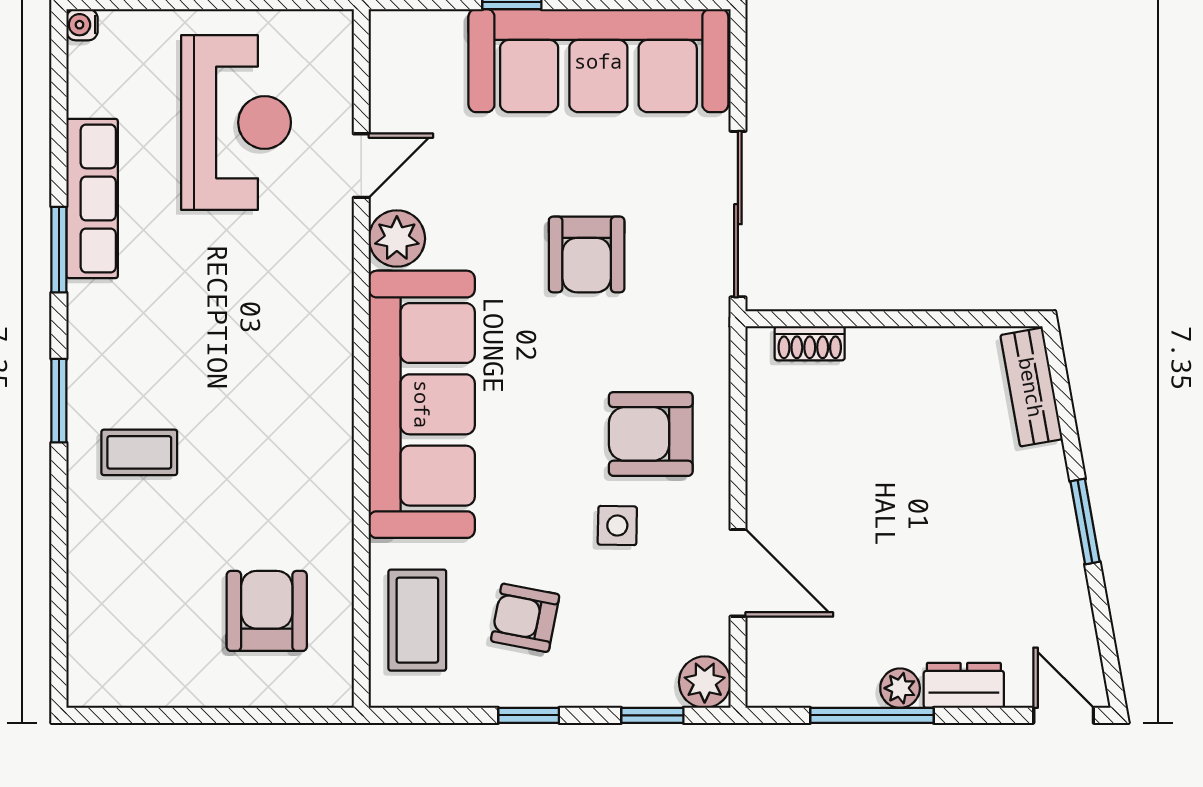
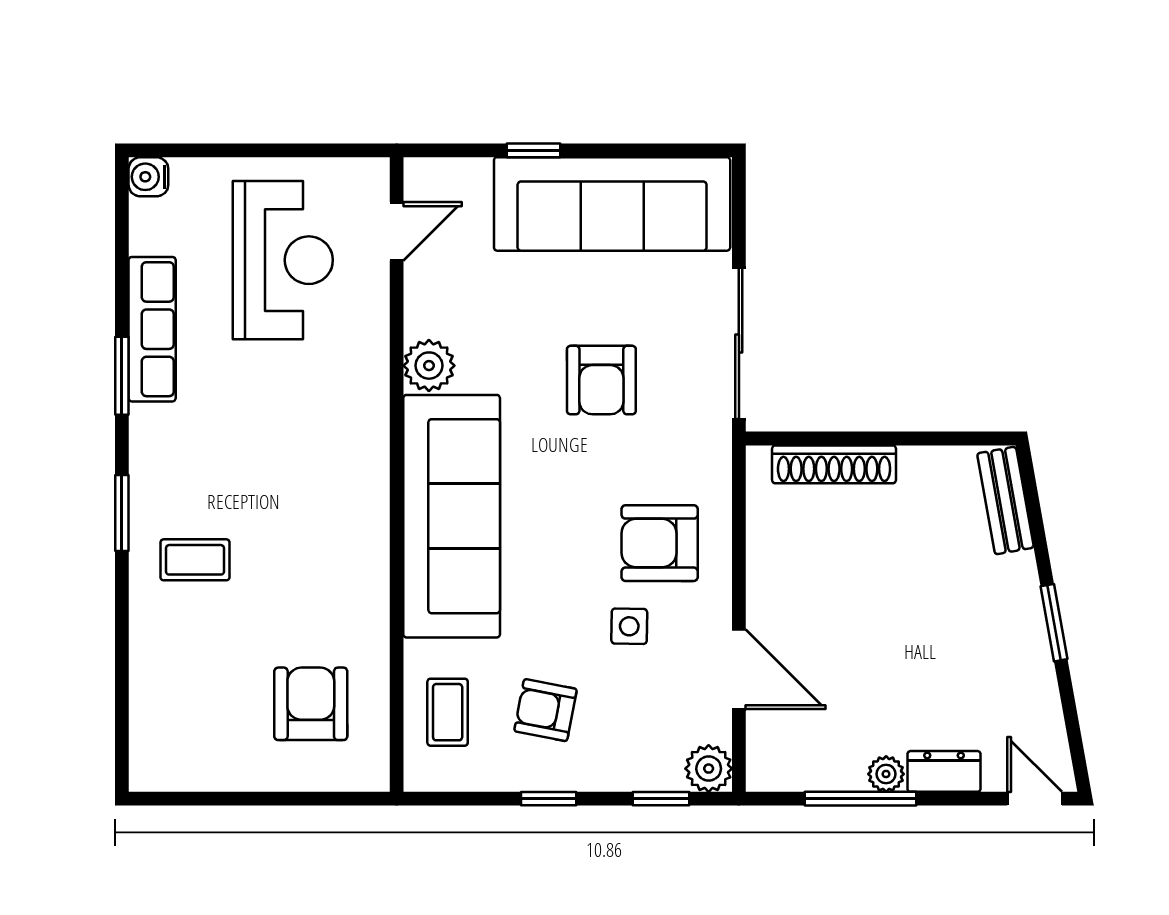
water cooler: (82, 25) -> (148, 177), width x1.38, depth x1.38
door: (361, 166) -> (397, 231), moved
shoe rack: (810, 343) -> (834, 464), width x1.94, depth x1.24
coffee table: (417, 620) -> (448, 712), width x0.73, depth x0.77

